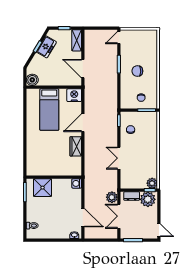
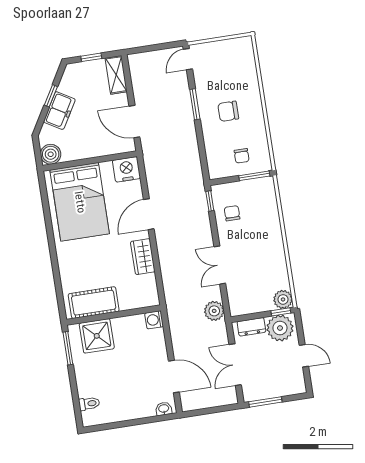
freezer: (46, 47) -> (59, 111), moved
bed: (49, 110) -> (80, 202), width x1.50
cot: (44, 168) -> (94, 303), added
plant: (112, 197) -> (214, 311), moved
door: (159, 230) -> (304, 356), moved

